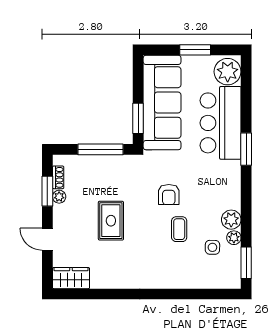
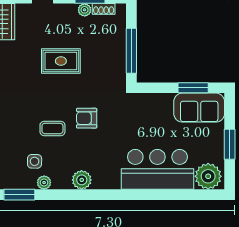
sofa: (162, 102) -> (199, 108), width x0.54, depth x0.79
window: (138, 118) -> (193, 88), moved
window: (246, 149) -> (131, 195), removed
plant: (231, 220) -> (82, 180), moved

